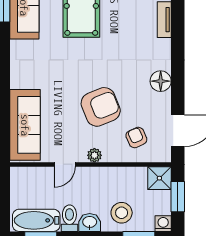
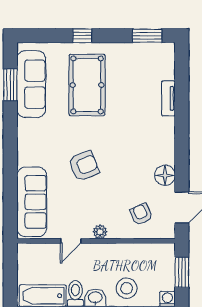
floor lamp: (161, 81) -> (165, 175), moved
armchair: (101, 107) -> (84, 166), moved, width x0.73, depth x0.73
shower: (159, 178) -> (164, 254), removed

